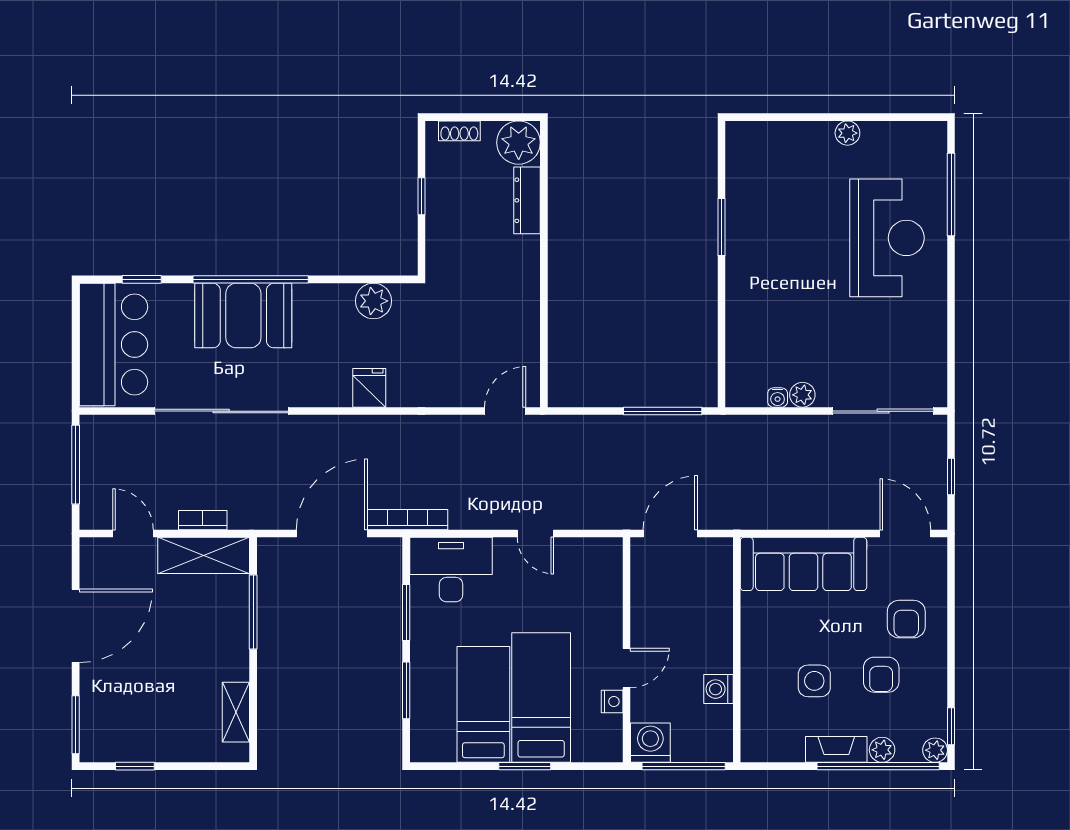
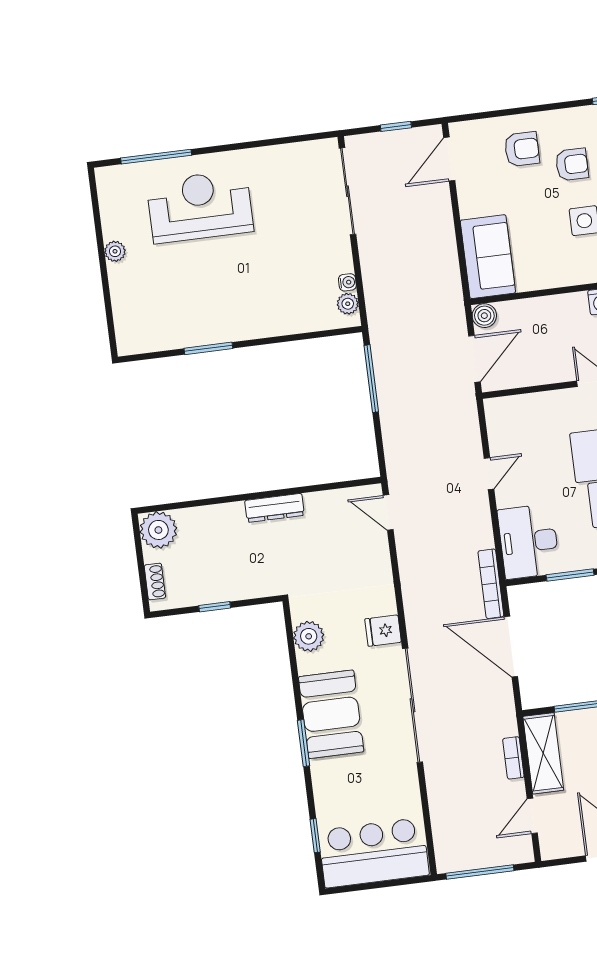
dresser: (527, 200) -> (275, 508), moved
window: (251, 279) -> (304, 743), width x0.47
booth: (243, 316) -> (331, 714), moved
plant: (802, 395) -> (348, 304), moved
sliding door: (221, 411) -> (412, 705), moved
door: (670, 533) -> (474, 359), swing flipped
boiler: (719, 551) -> (484, 316), added
sofa: (803, 564) -> (488, 257), width x0.73

